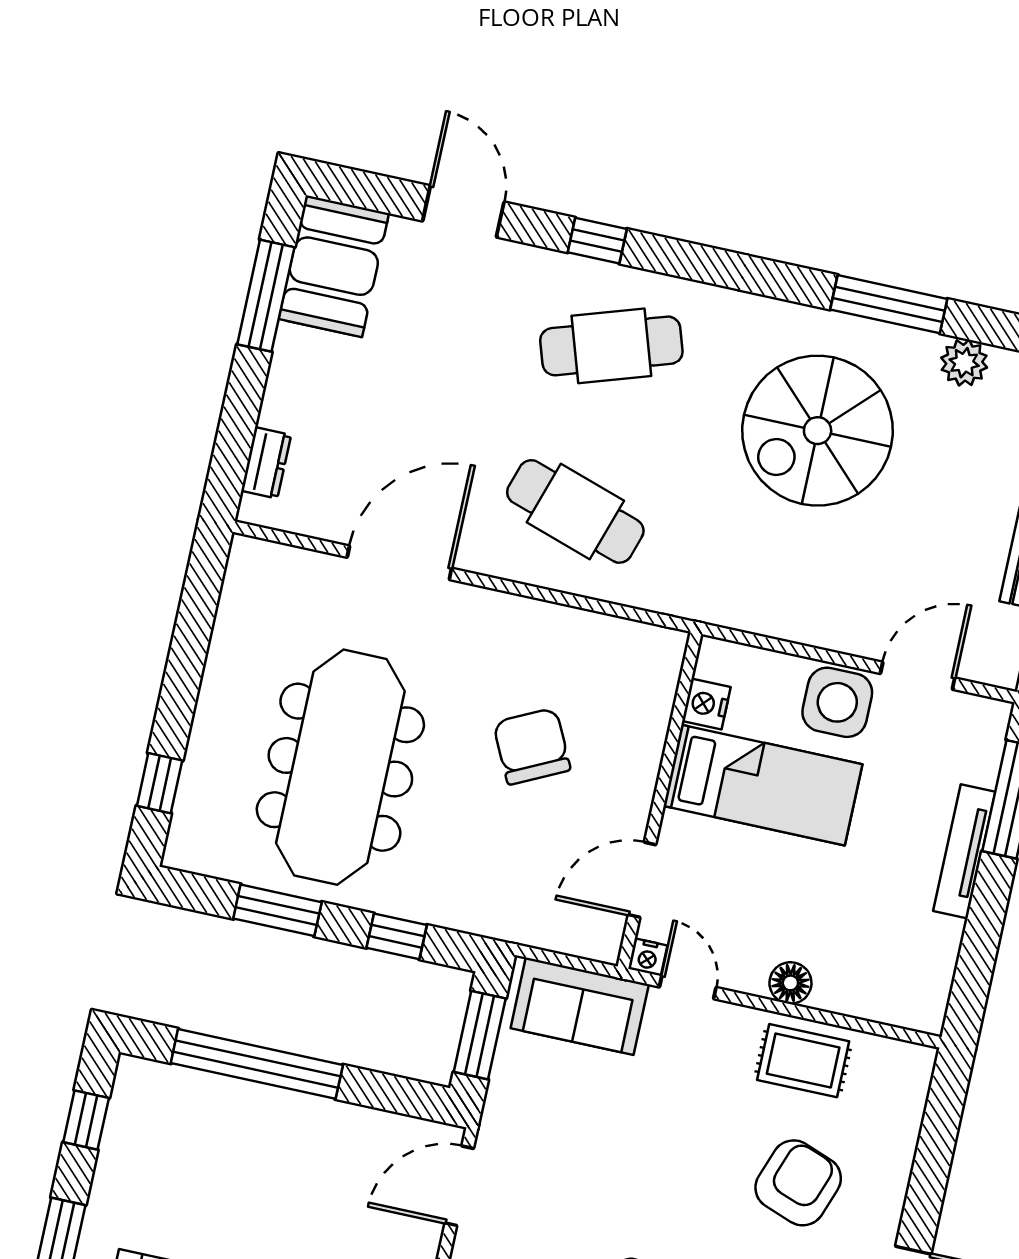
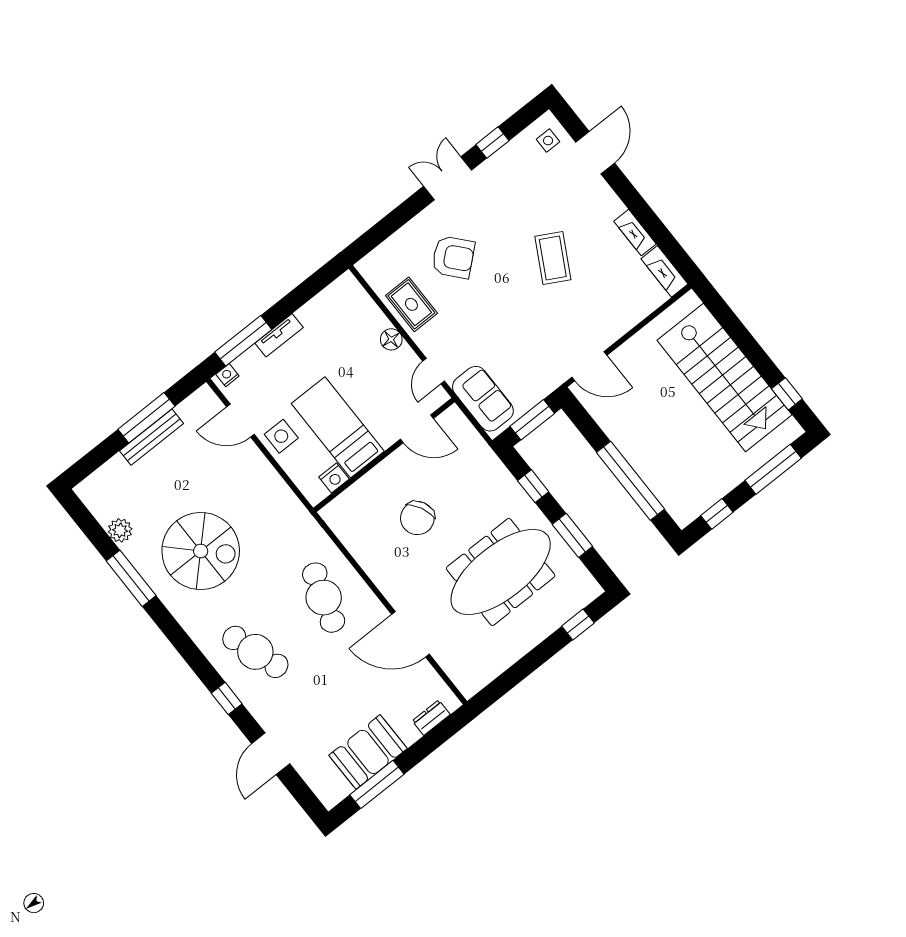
booth: (334, 266) -> (368, 752), moved
side table: (837, 702) -> (281, 436), width x0.73, depth x0.73
tv unit: (964, 851) -> (279, 335), width x0.71
nightstand: (648, 957) -> (227, 375), moved, turned -90
armchair: (798, 1183) -> (453, 257), turned -151

